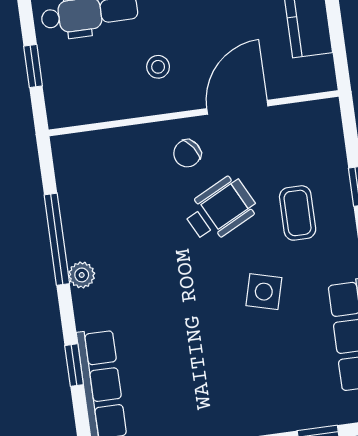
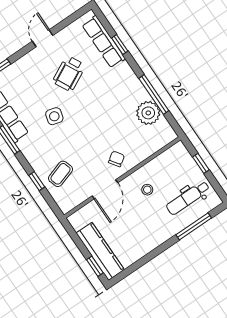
wheelchair: (220, 210) -> (69, 74), moved
coffee table: (298, 213) -> (60, 174), moved, turned 72
plant: (82, 275) -> (148, 113), moved, width x1.88, depth x1.88

